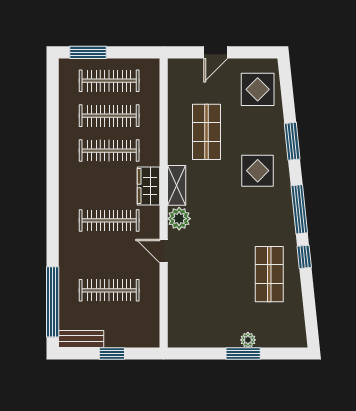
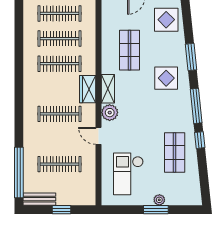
checkout: (205, 304) -> (128, 174), added

